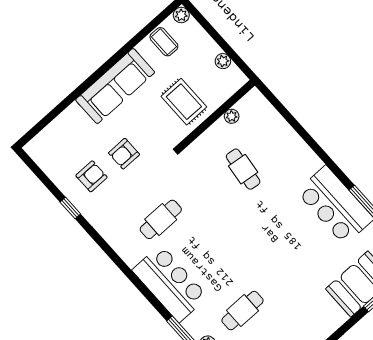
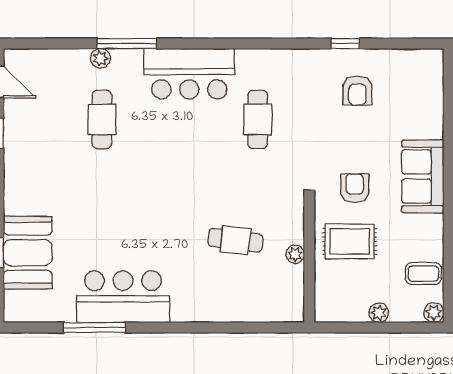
plant: (223, 61) -> (379, 313), moved
sofa: (115, 86) -> (423, 176), width x0.73
plant: (232, 116) -> (295, 254), moved
armchair: (124, 154) -> (355, 188), moved

